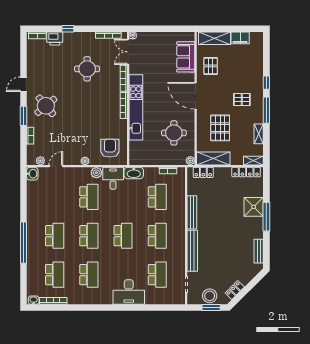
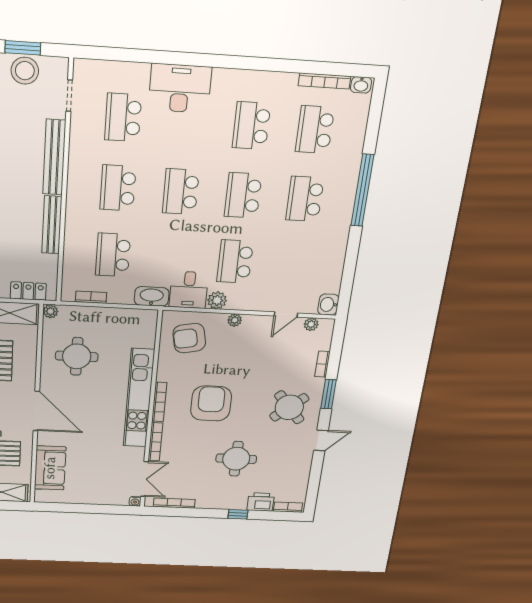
round table: (87, 69) -> (236, 459), moved
armchair: (93, 106) -> (211, 403), added
armchair: (110, 148) -> (189, 338), turned 79

